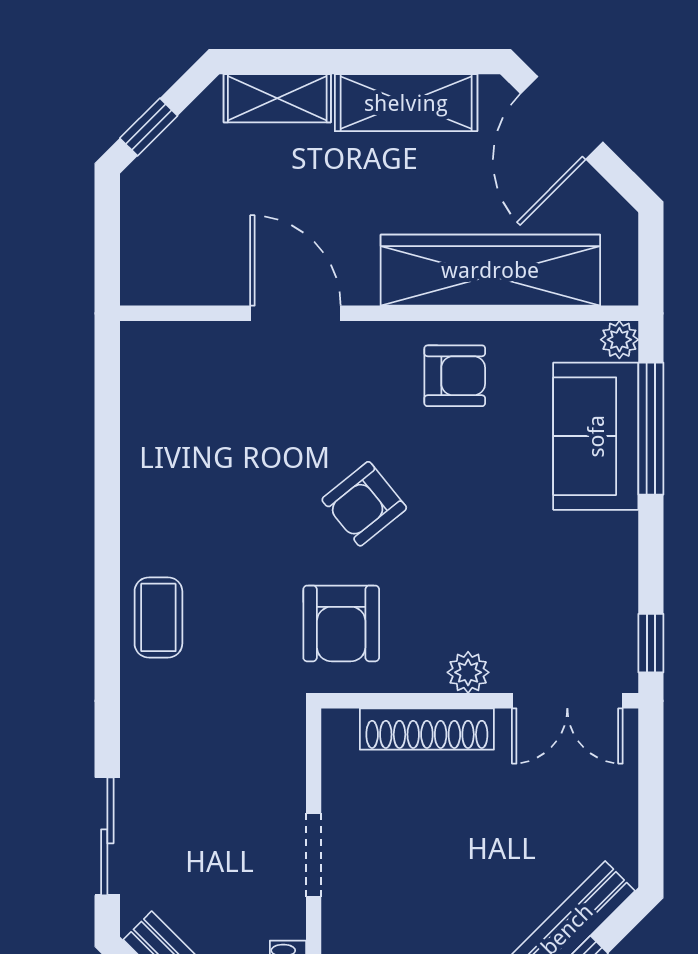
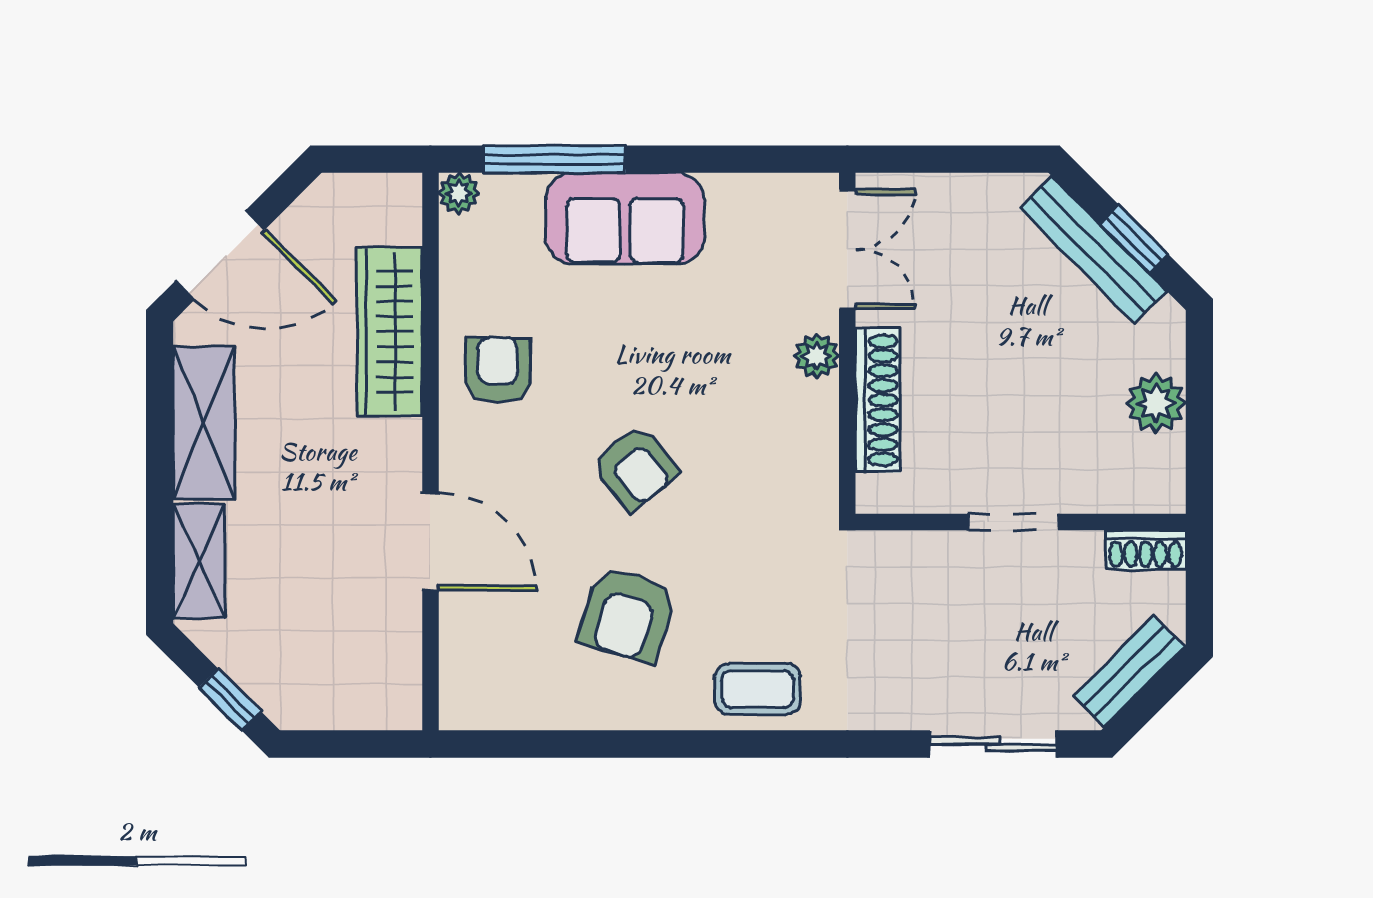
wardrobe: (490, 270) -> (390, 332), width x0.71, depth x0.85
door: (295, 313) -> (430, 542), swing flipped
sofa: (596, 436) -> (625, 219), moved
armchair: (341, 623) -> (627, 614), moved, turned 107
window: (651, 643) -> (785, 159), removed

